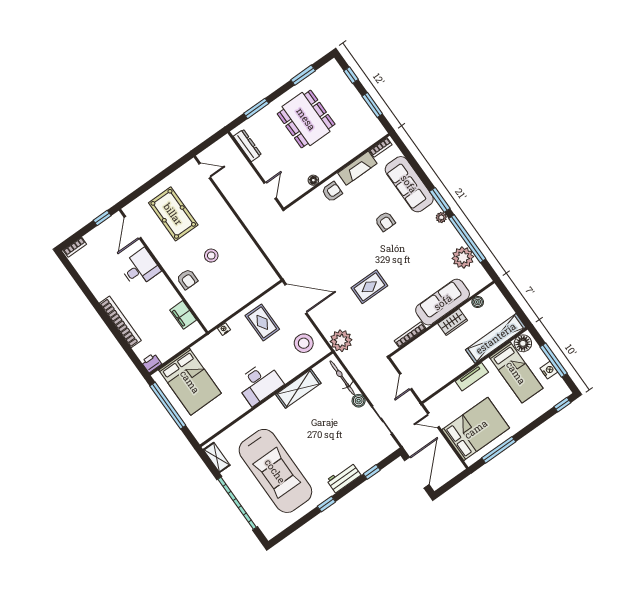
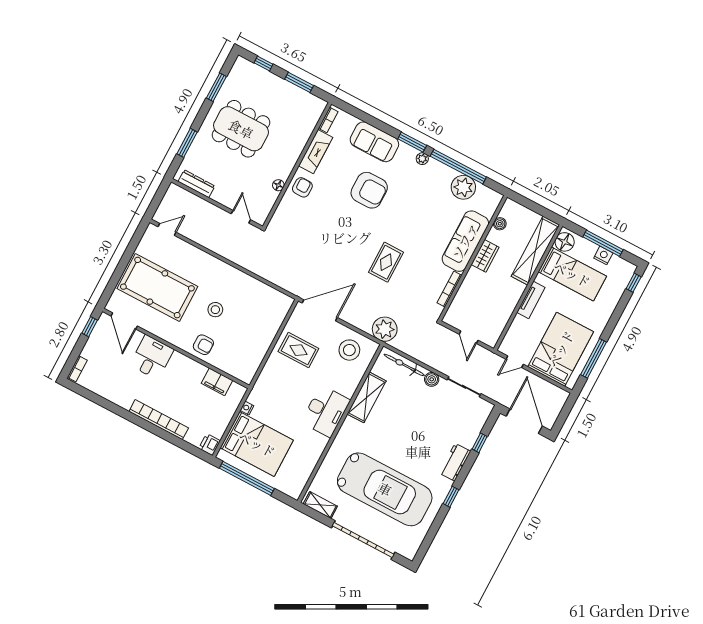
sofa: (409, 184) -> (374, 142), width x0.73
pool table: (173, 214) -> (157, 287), width x1.36, depth x1.32
armchair: (385, 221) -> (369, 190), width x1.88, depth x1.88
nightstand: (224, 329) -> (247, 408), moved

